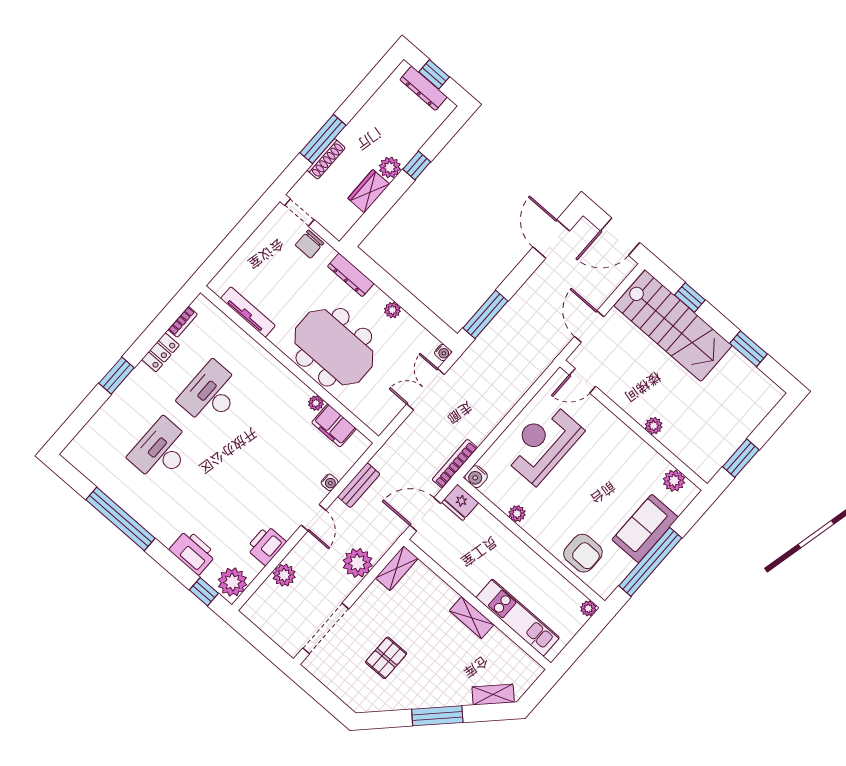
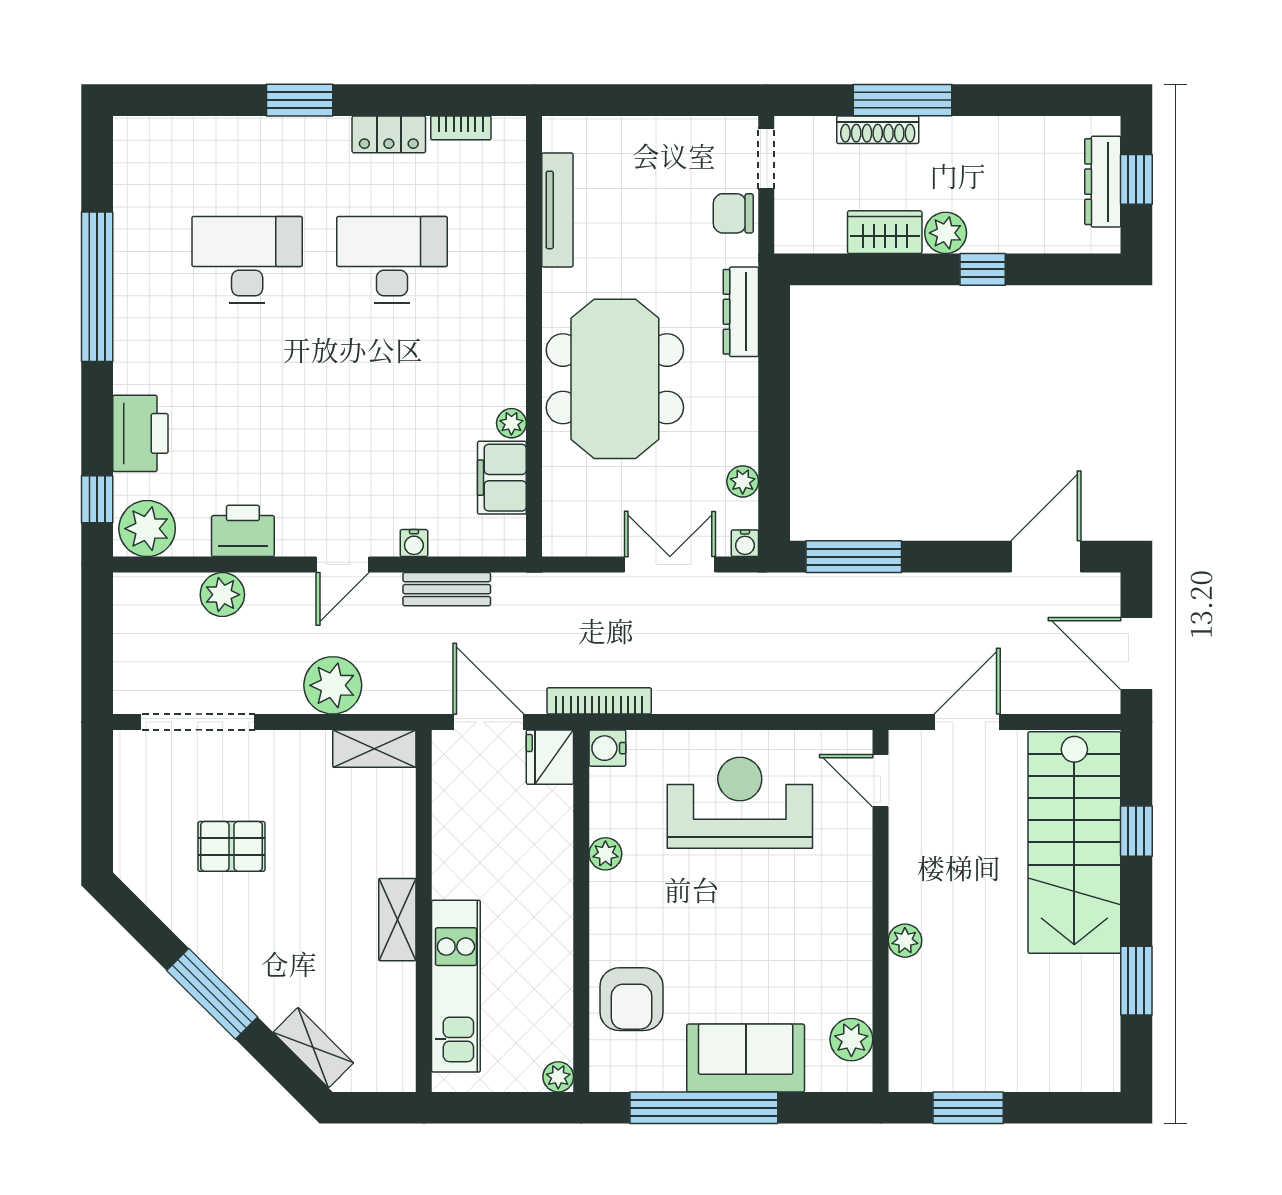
plant: (392, 310) -> (743, 481), moved

